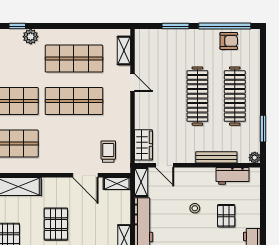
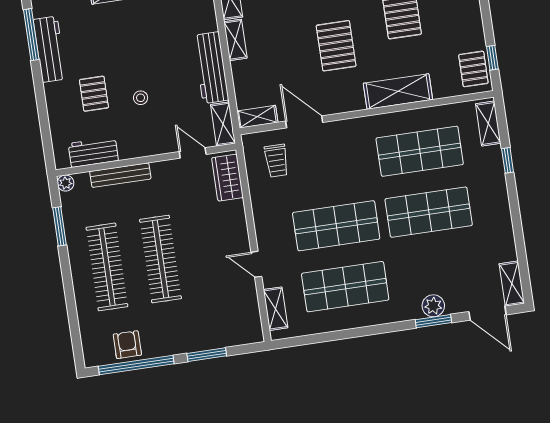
window: (17, 26) -> (433, 321), width x1.50
plant: (31, 37) -> (433, 306), moved
armchair: (229, 41) -> (127, 345), turned 90

